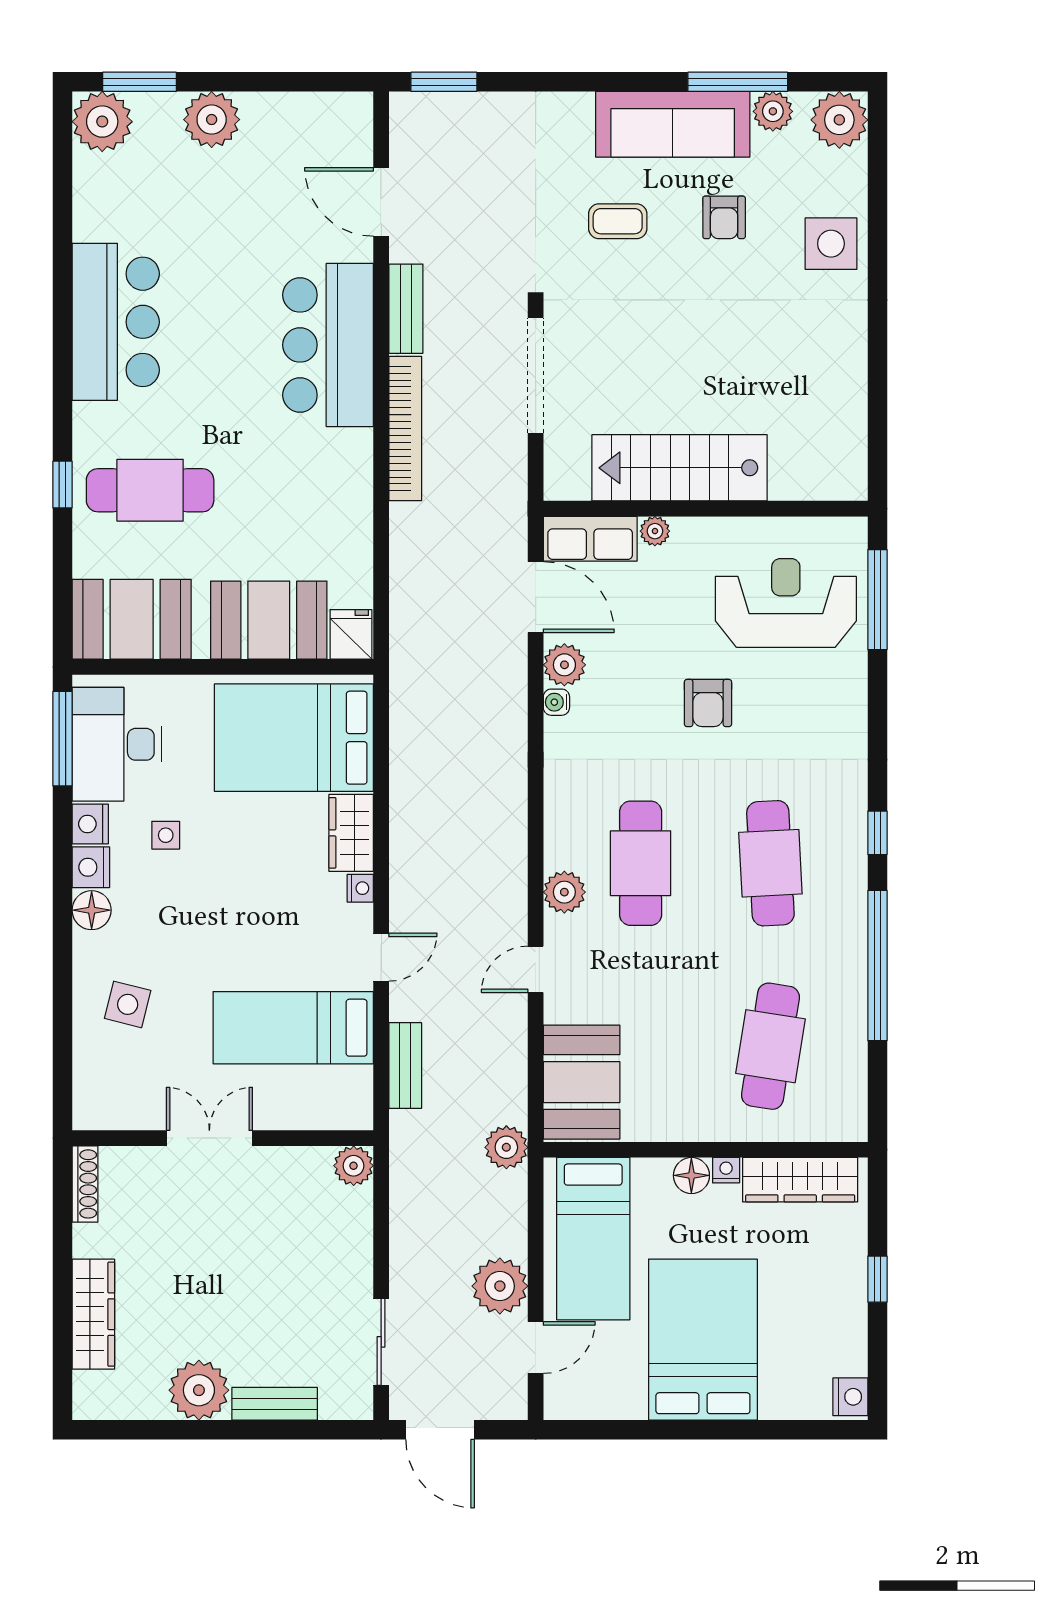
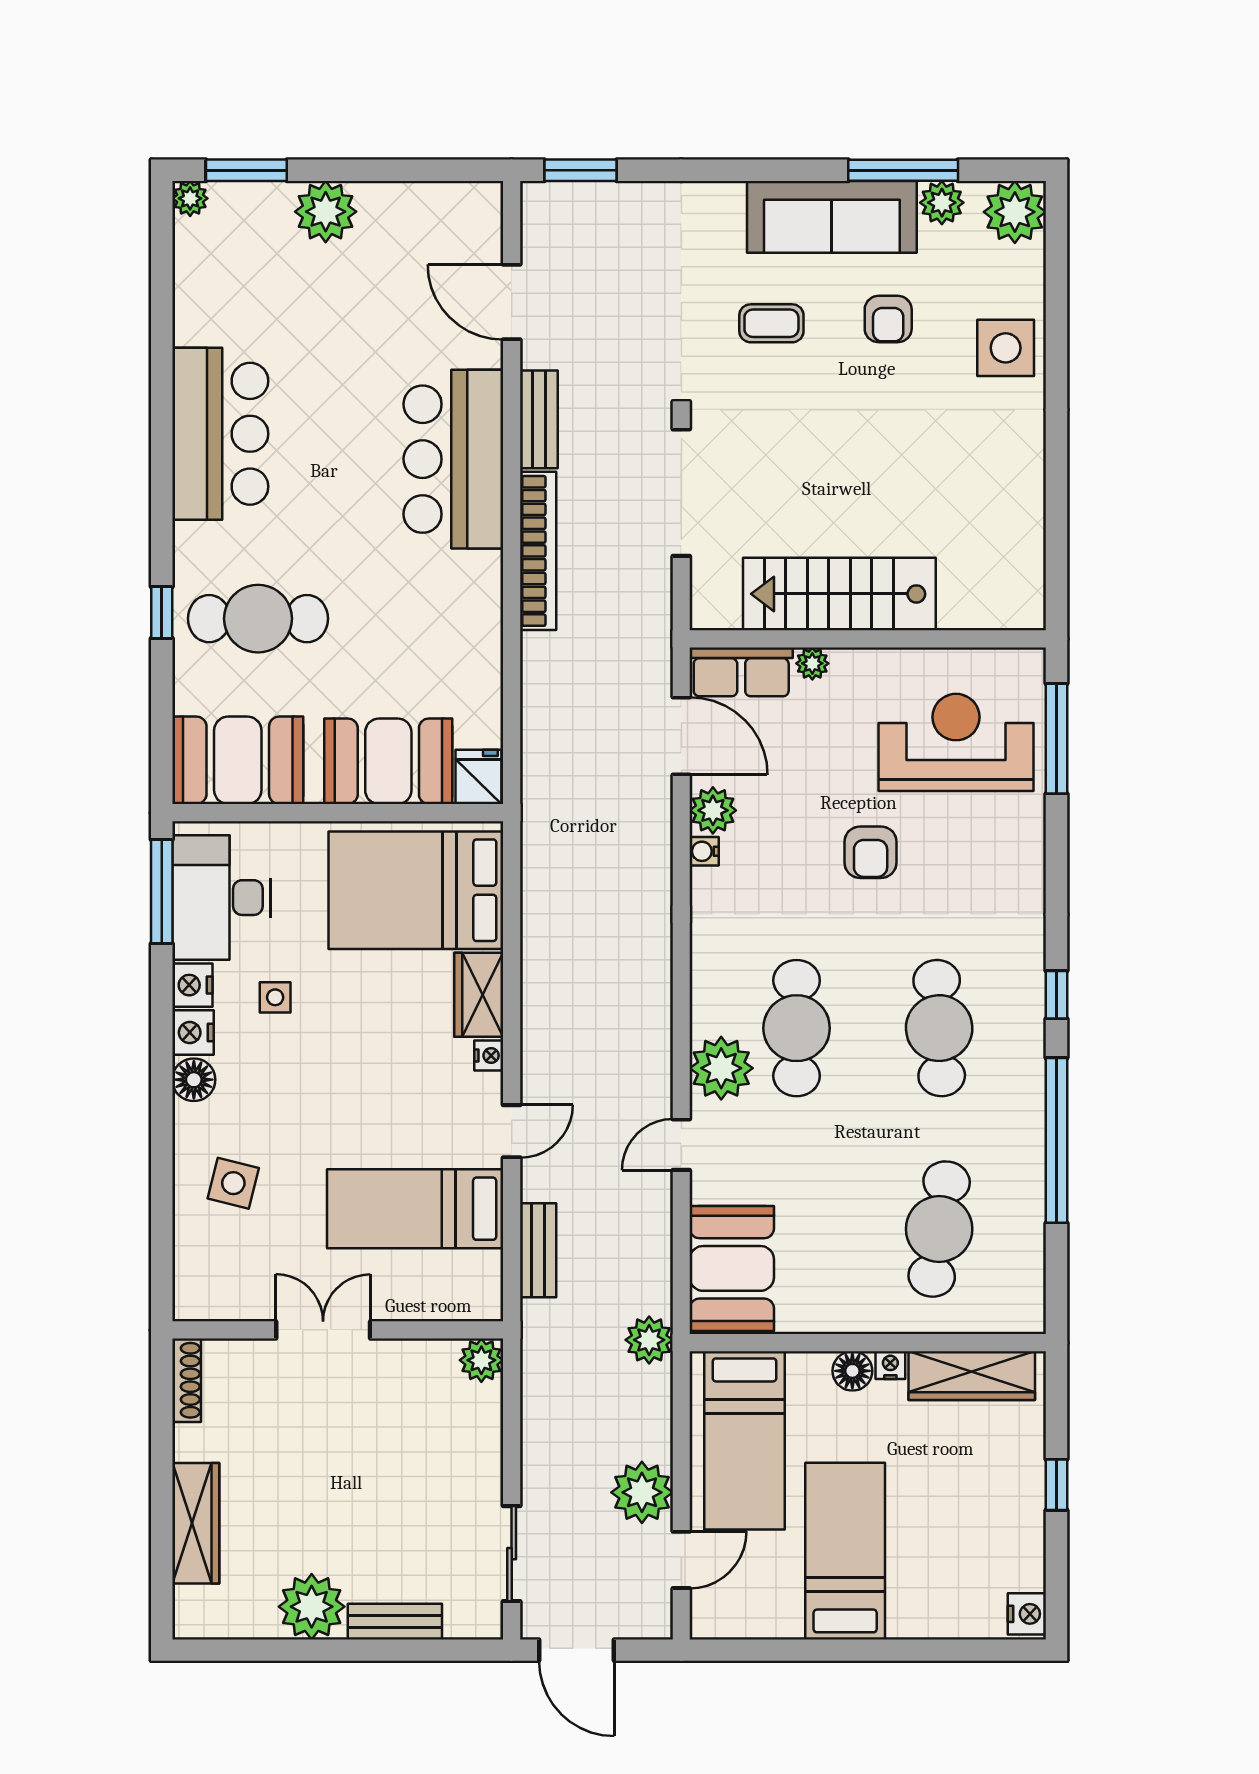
plant: (102, 122) -> (190, 198), width x0.53, depth x0.53
plant: (564, 892) -> (721, 1068), width x1.36, depth x1.36
bed: (703, 1340) -> (845, 1551), width x0.67

